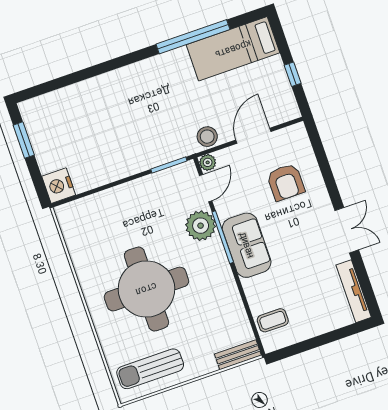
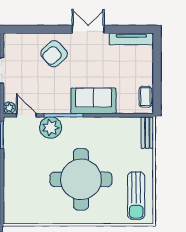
armchair: (286, 182) -> (54, 54), moved, turned 138
sofa: (247, 245) -> (93, 101), moved
coffee table: (273, 320) -> (145, 97), moved

